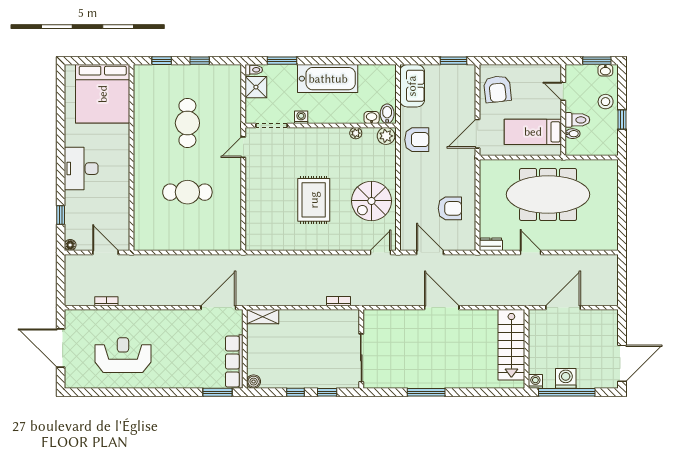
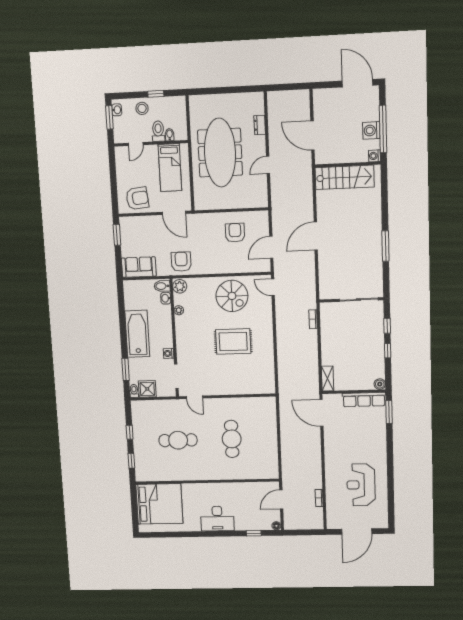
dresser: (491, 244) -> (260, 125), moved

